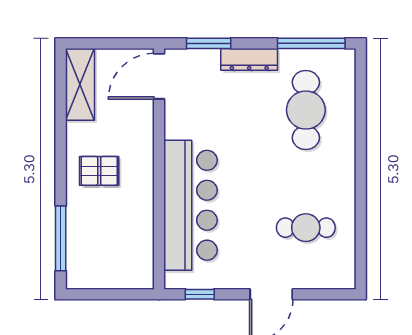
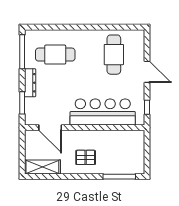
door: (159, 76) -> (50, 128), moved
pallet: (99, 171) -> (86, 157), turned 90
cafe table: (306, 228) -> (114, 55), width x1.37, depth x1.35

